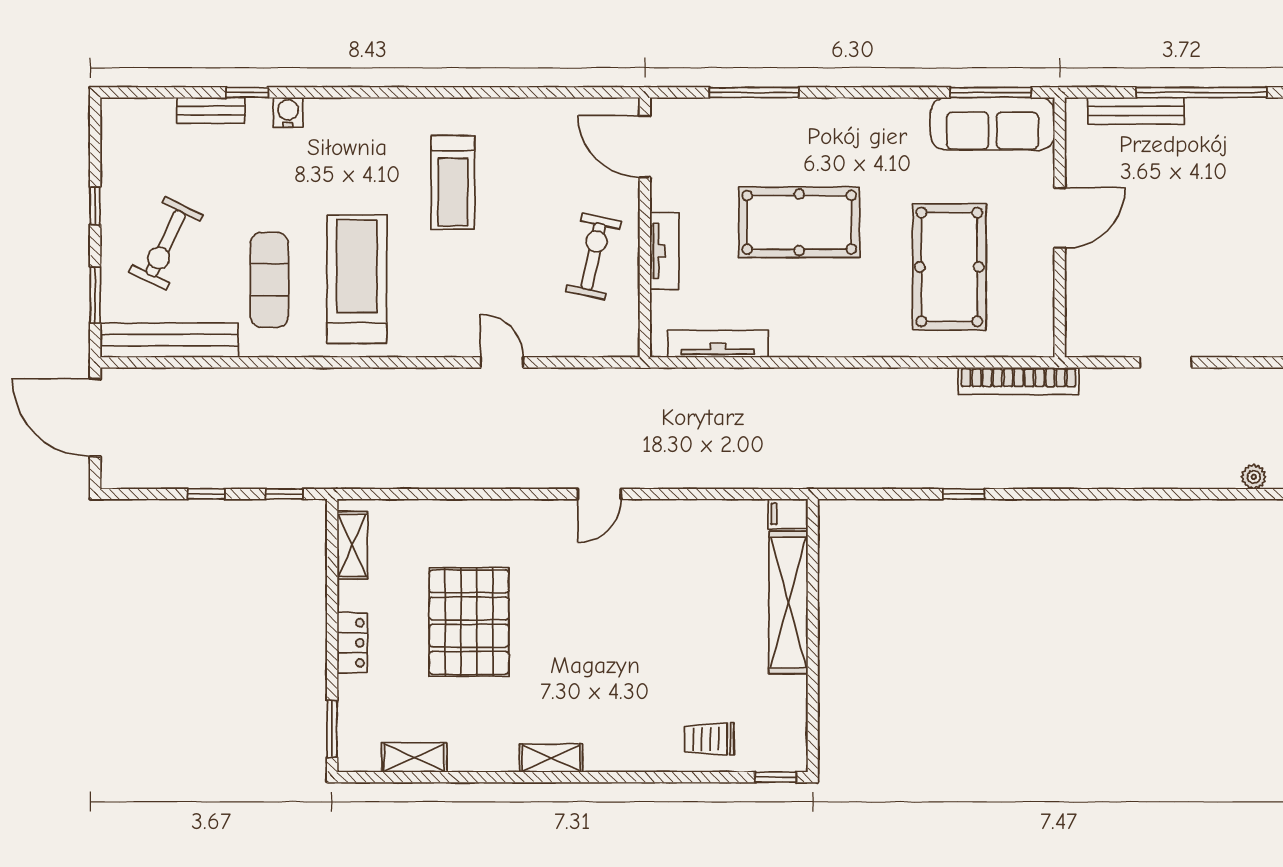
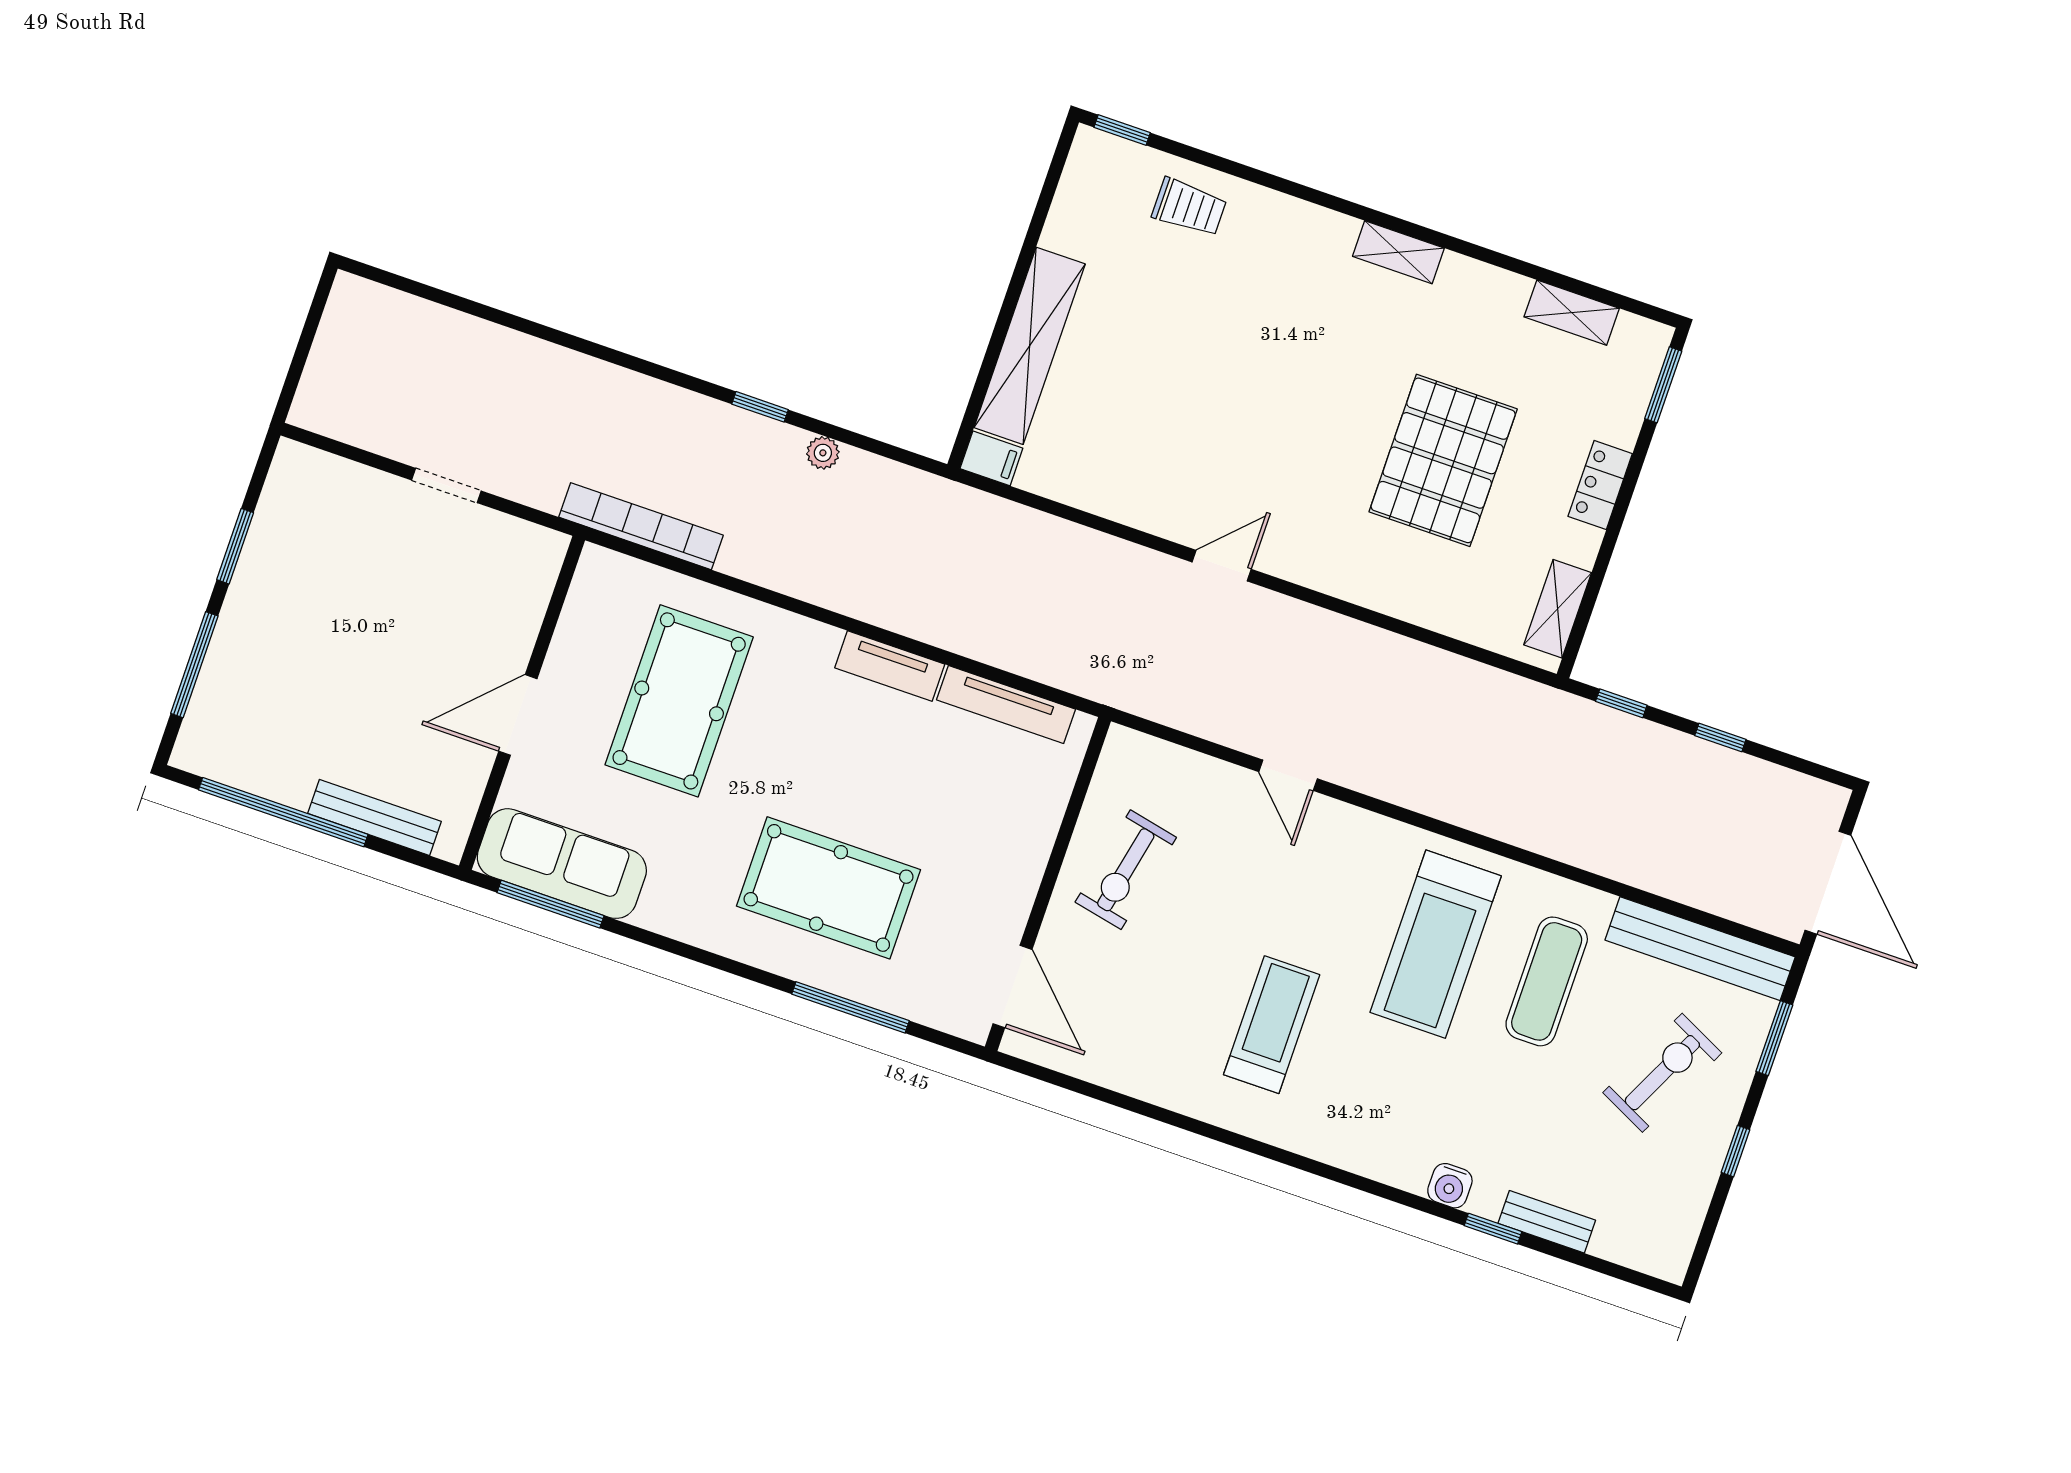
pool table: (799, 222) -> (829, 888), moved
tv unit: (664, 251) -> (890, 666), moved, turned -90
plant: (1254, 477) -> (823, 453), moved

